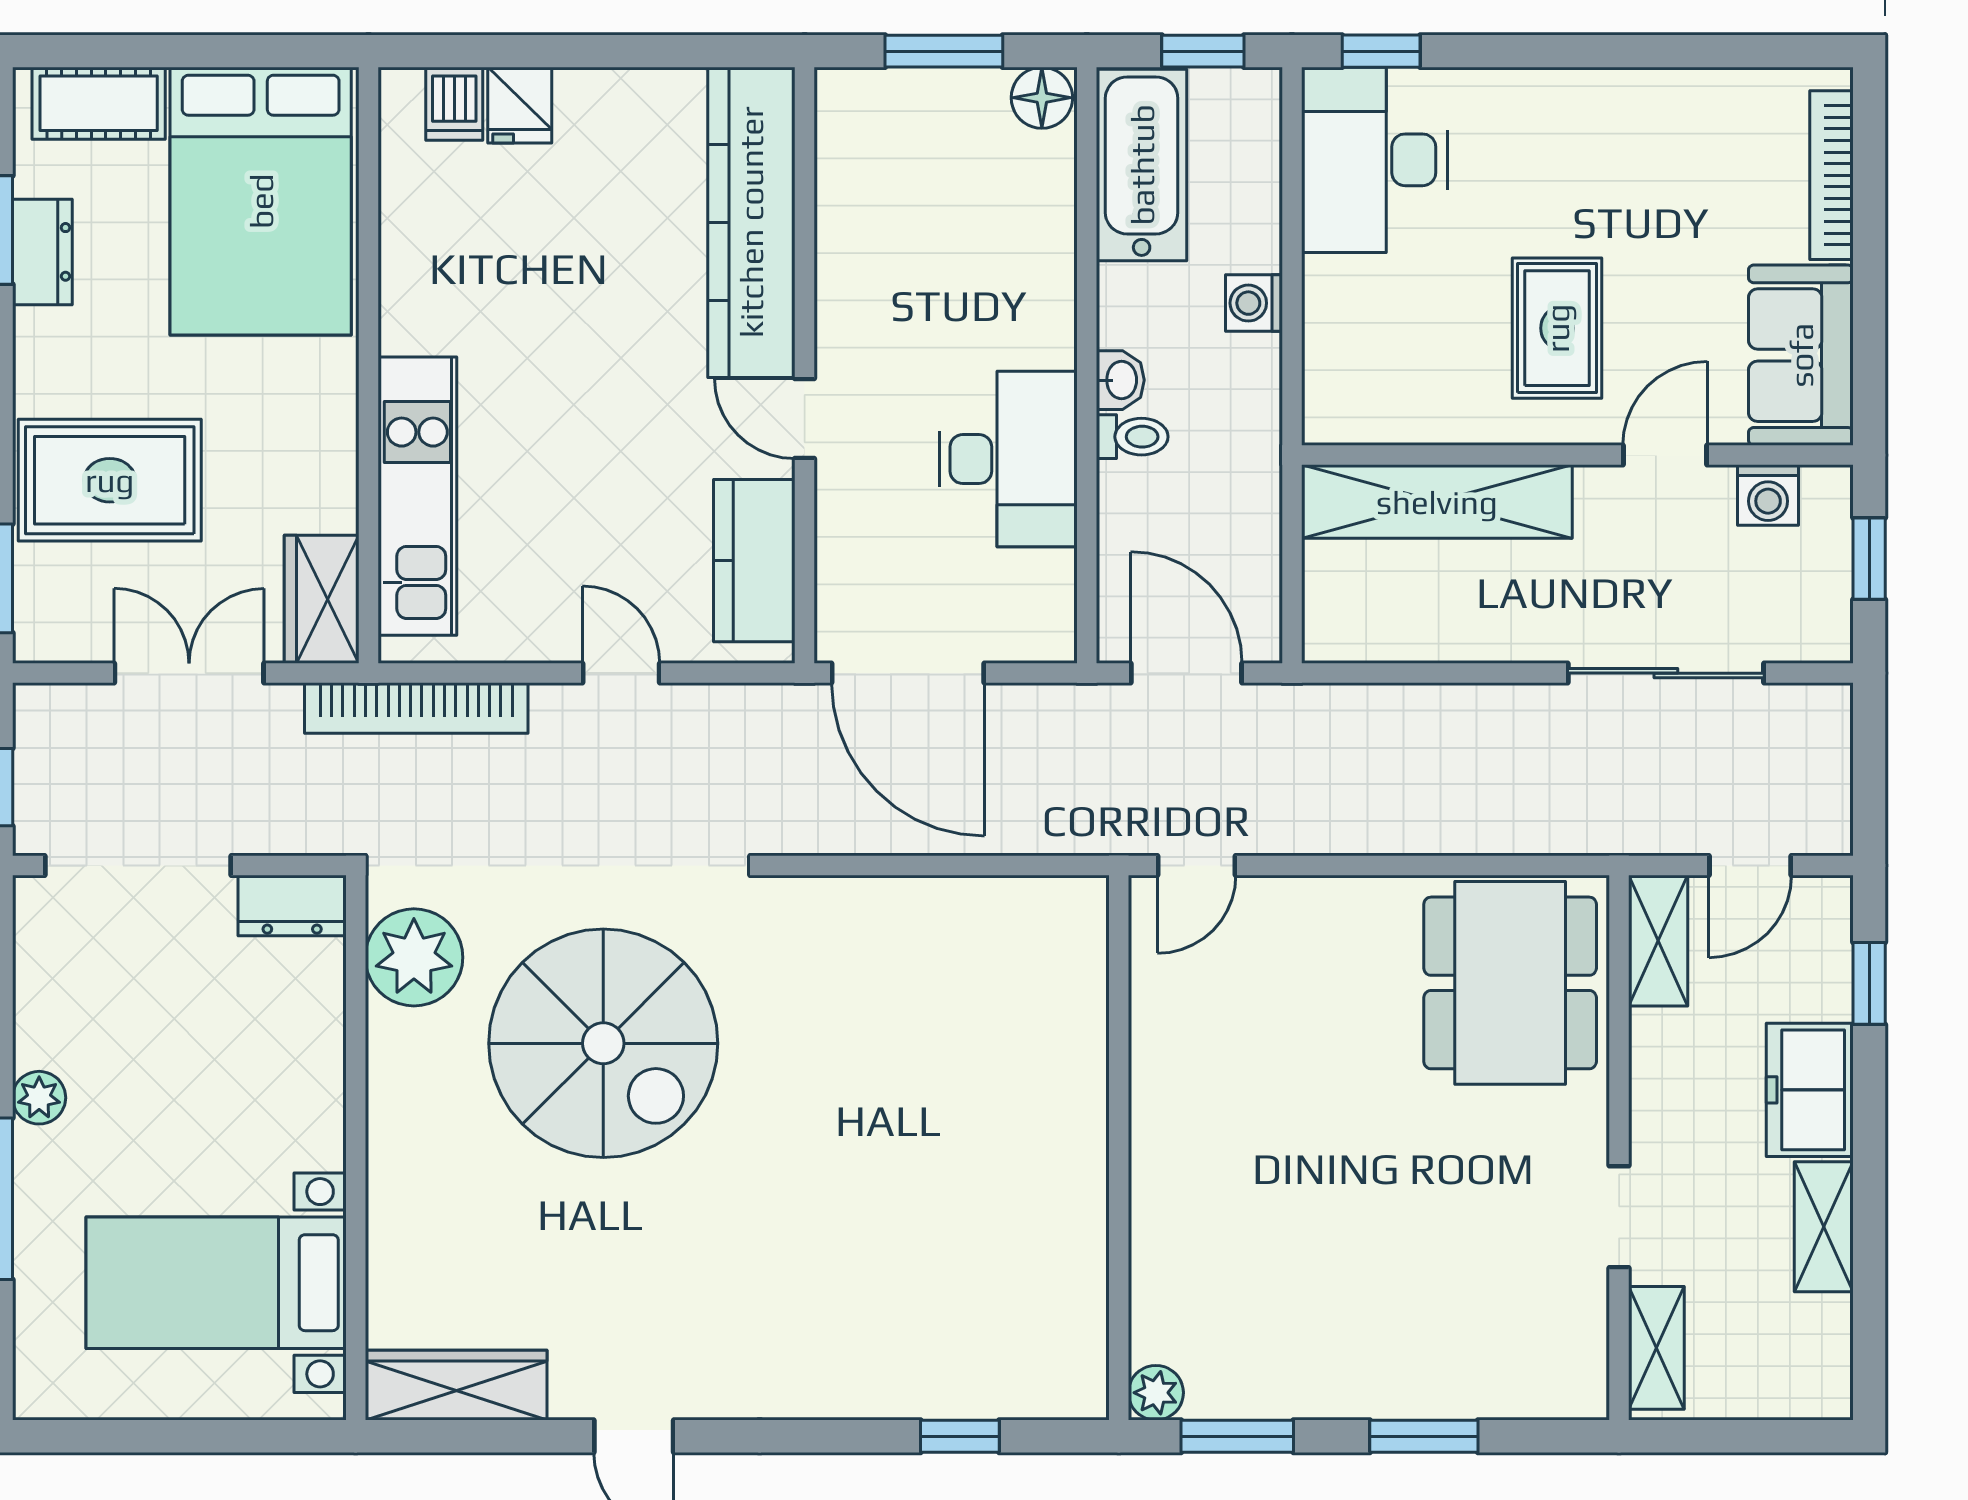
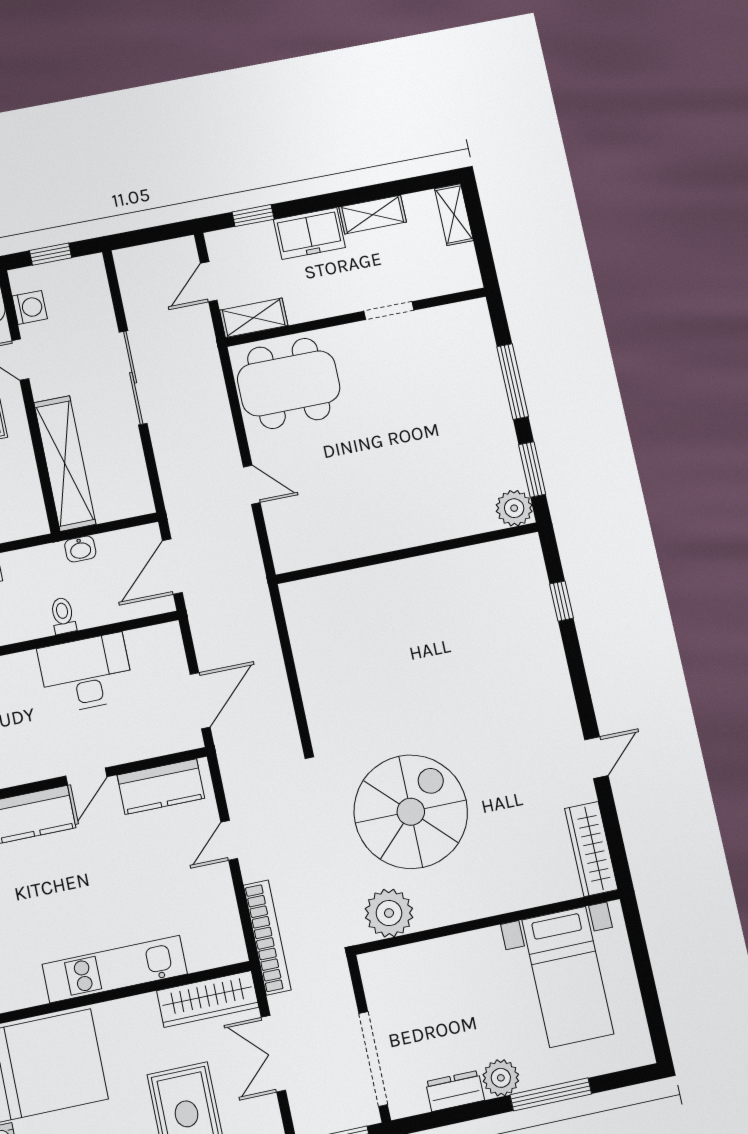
washbasin: (1120, 380) -> (80, 549), moved, turned 180
kitchen unit: (417, 496) -> (115, 969), moved
wardrobe: (322, 599) -> (208, 999), width x1.50
door: (908, 673) -> (200, 701), width x0.73
sliding door: (1666, 673) -> (133, 378), moved
door: (1197, 865) -> (252, 485), moved
door: (1750, 865) -> (209, 282), swing flipped
dresser: (292, 905) -> (455, 1091), moved, turned -90
plant: (39, 1098) -> (501, 1078), width x1.38, depth x1.38
shelving: (1656, 1348) -> (454, 215), moved, turned 90
plant: (1156, 1393) -> (514, 508), width x1.38, depth x1.38
window: (1424, 1436) -> (513, 382), width x1.44

